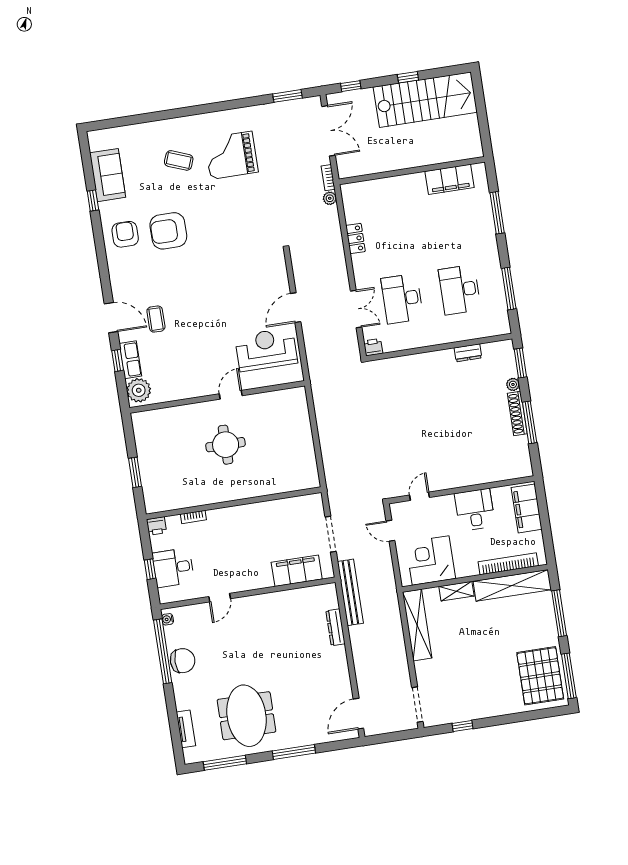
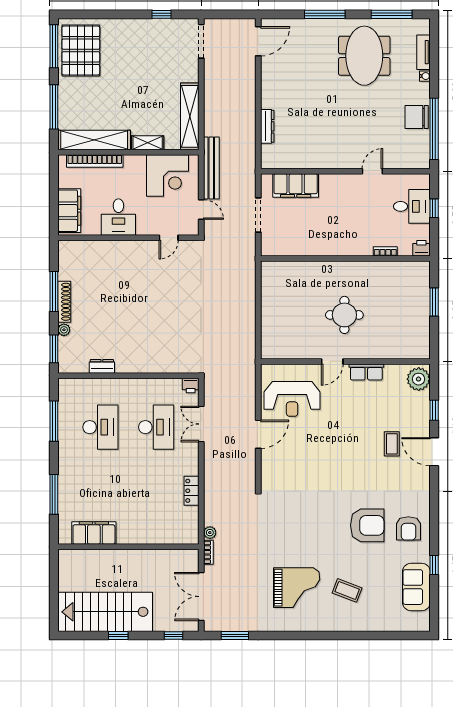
row of seats: (130, 360) -> (366, 372), moved, turned -90
bench: (350, 592) -> (211, 168), moved
water cooler: (167, 619) -> (425, 76), moved

